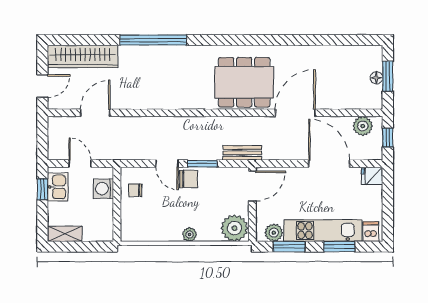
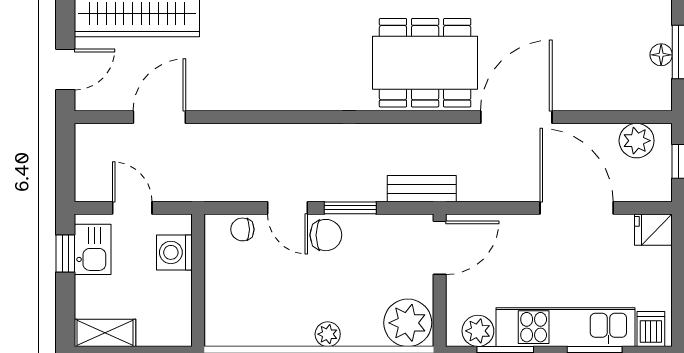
chair: (135, 190) -> (242, 229), moved

